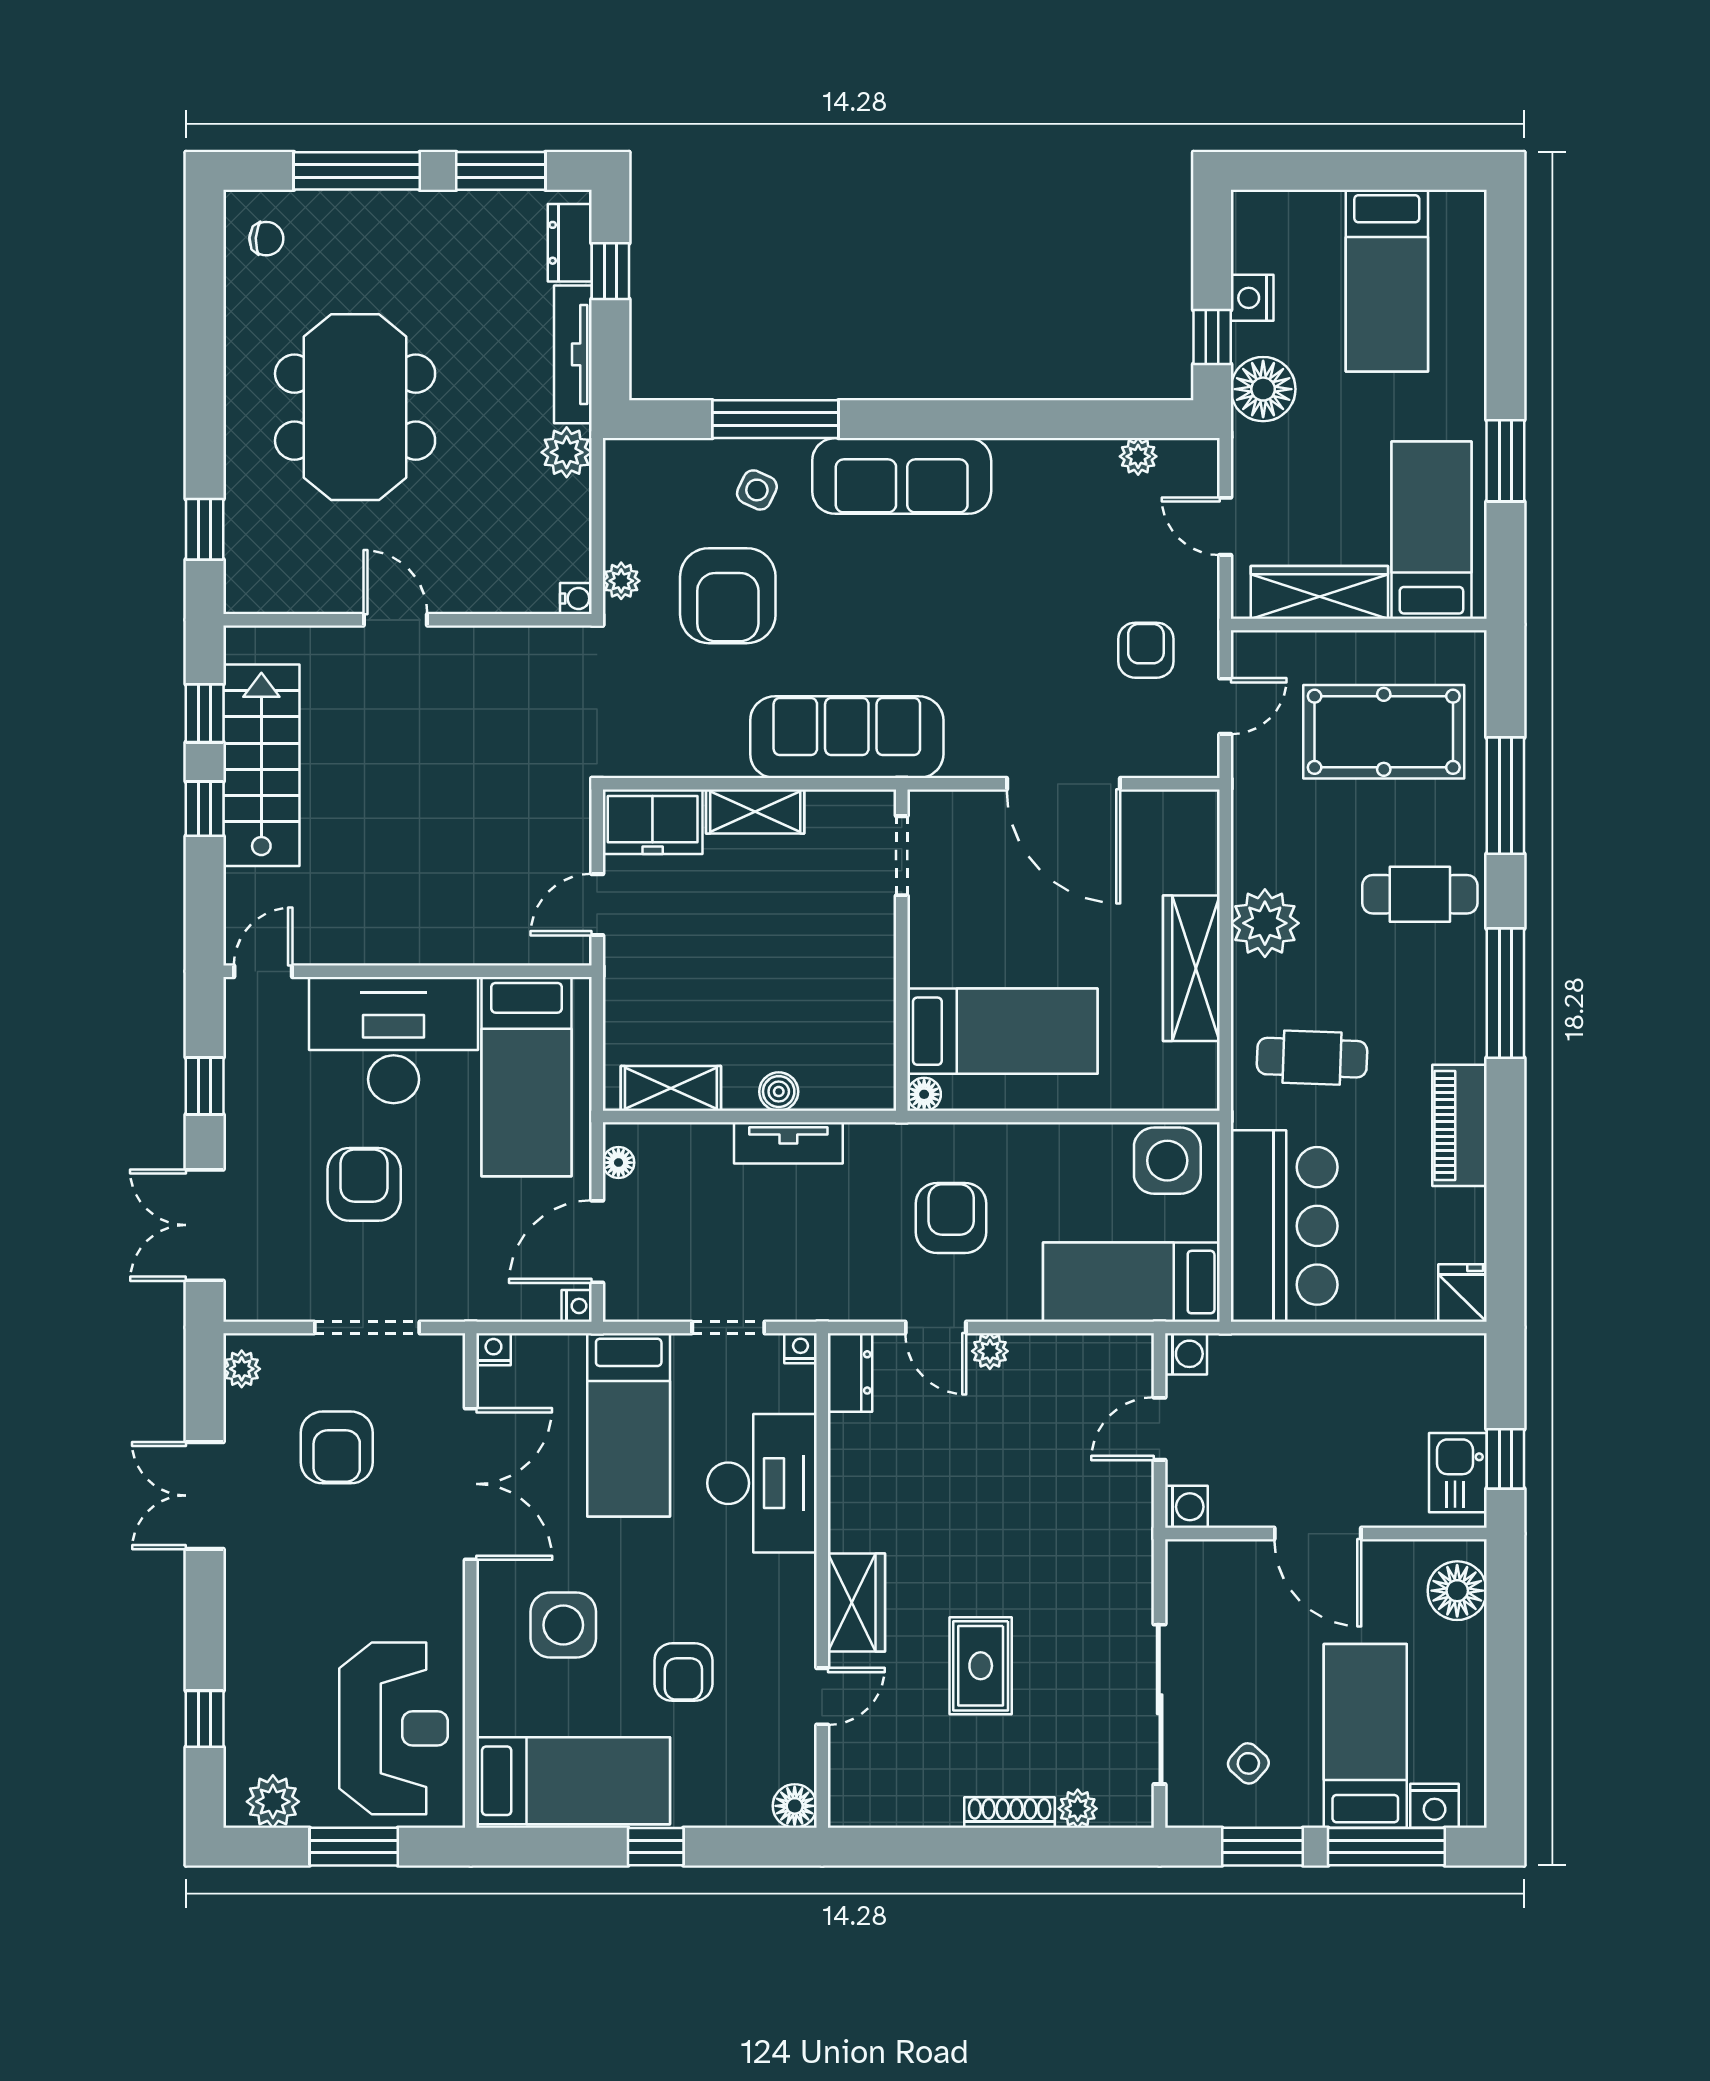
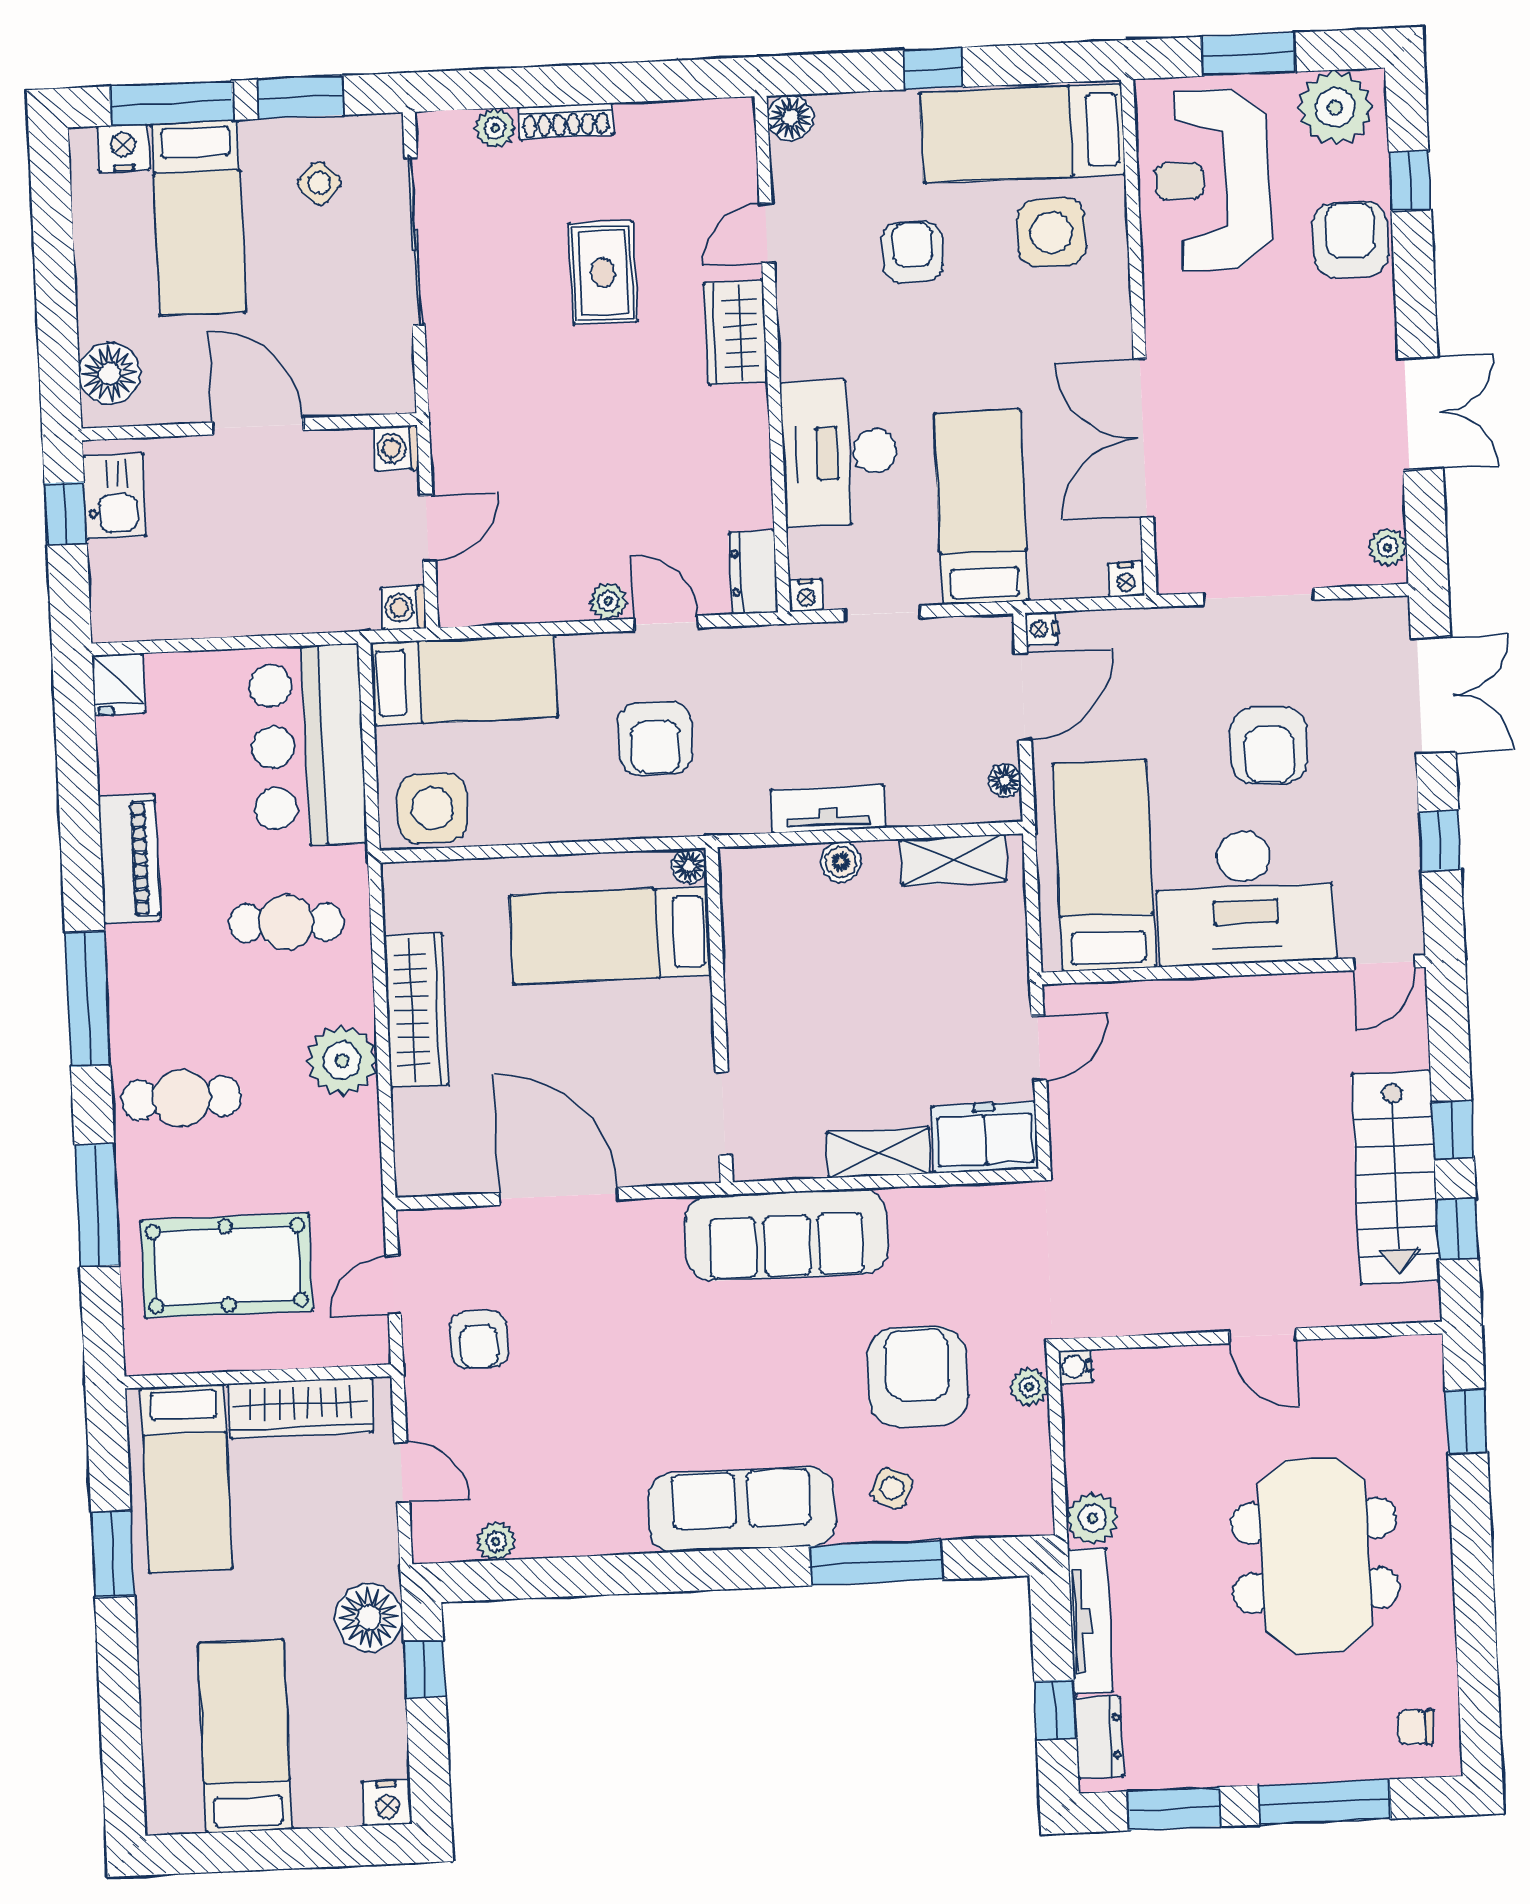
nightstand: (1252, 298) -> (387, 1803), moved, turned 90
armchair: (337, 1447) -> (1351, 239), moved
side table: (563, 1625) -> (1051, 233), moved
plant: (273, 1802) -> (1335, 107), width x1.36, depth x1.36

